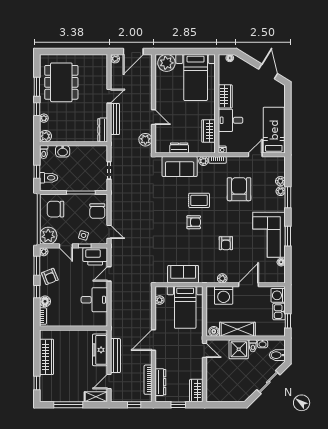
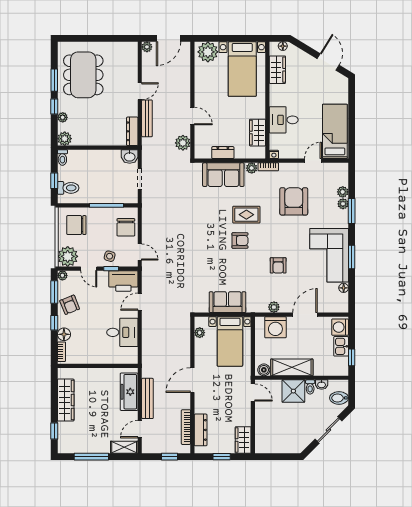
wardrobe: (225, 96) -> (277, 70), moved
washbasin: (63, 151) -> (130, 156), moved

